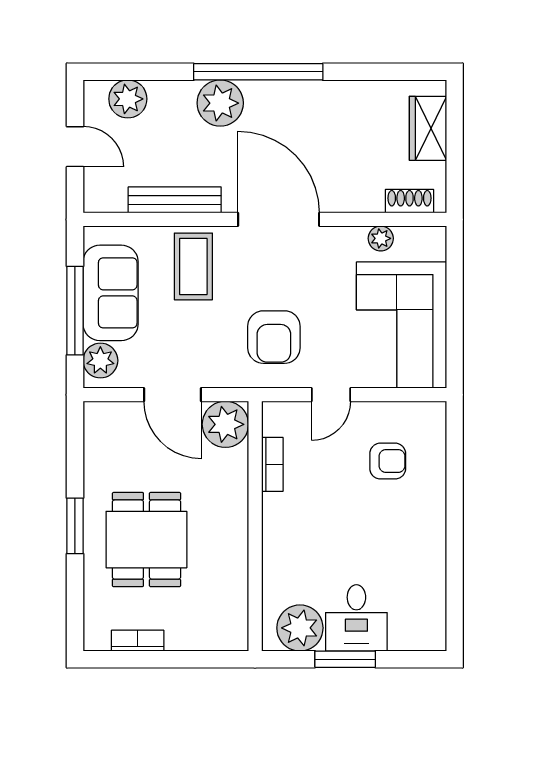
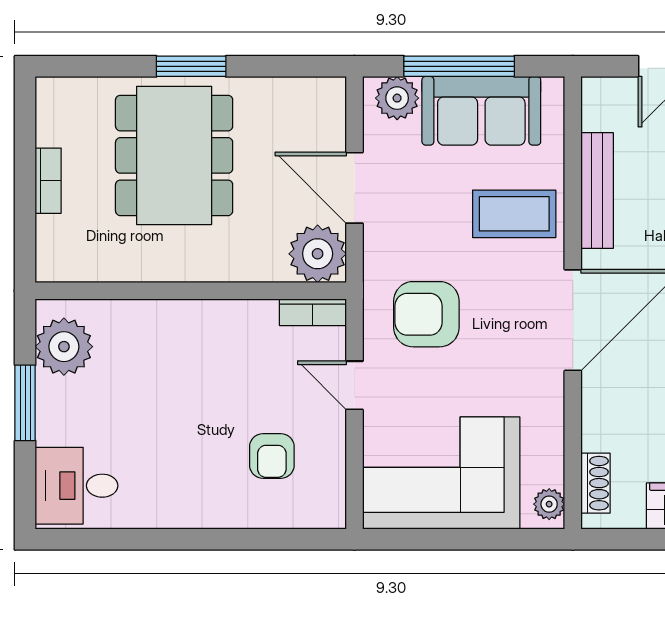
plant: (381, 238) -> (549, 504), moved
door: (172, 395) -> (355, 188), hinge flipped
bookcase: (272, 464) -> (313, 312), moved
dining table: (146, 540) -> (174, 155), width x1.37
desk: (356, 618) -> (77, 486), moved
bookcase: (138, 641) -> (48, 181), moved

